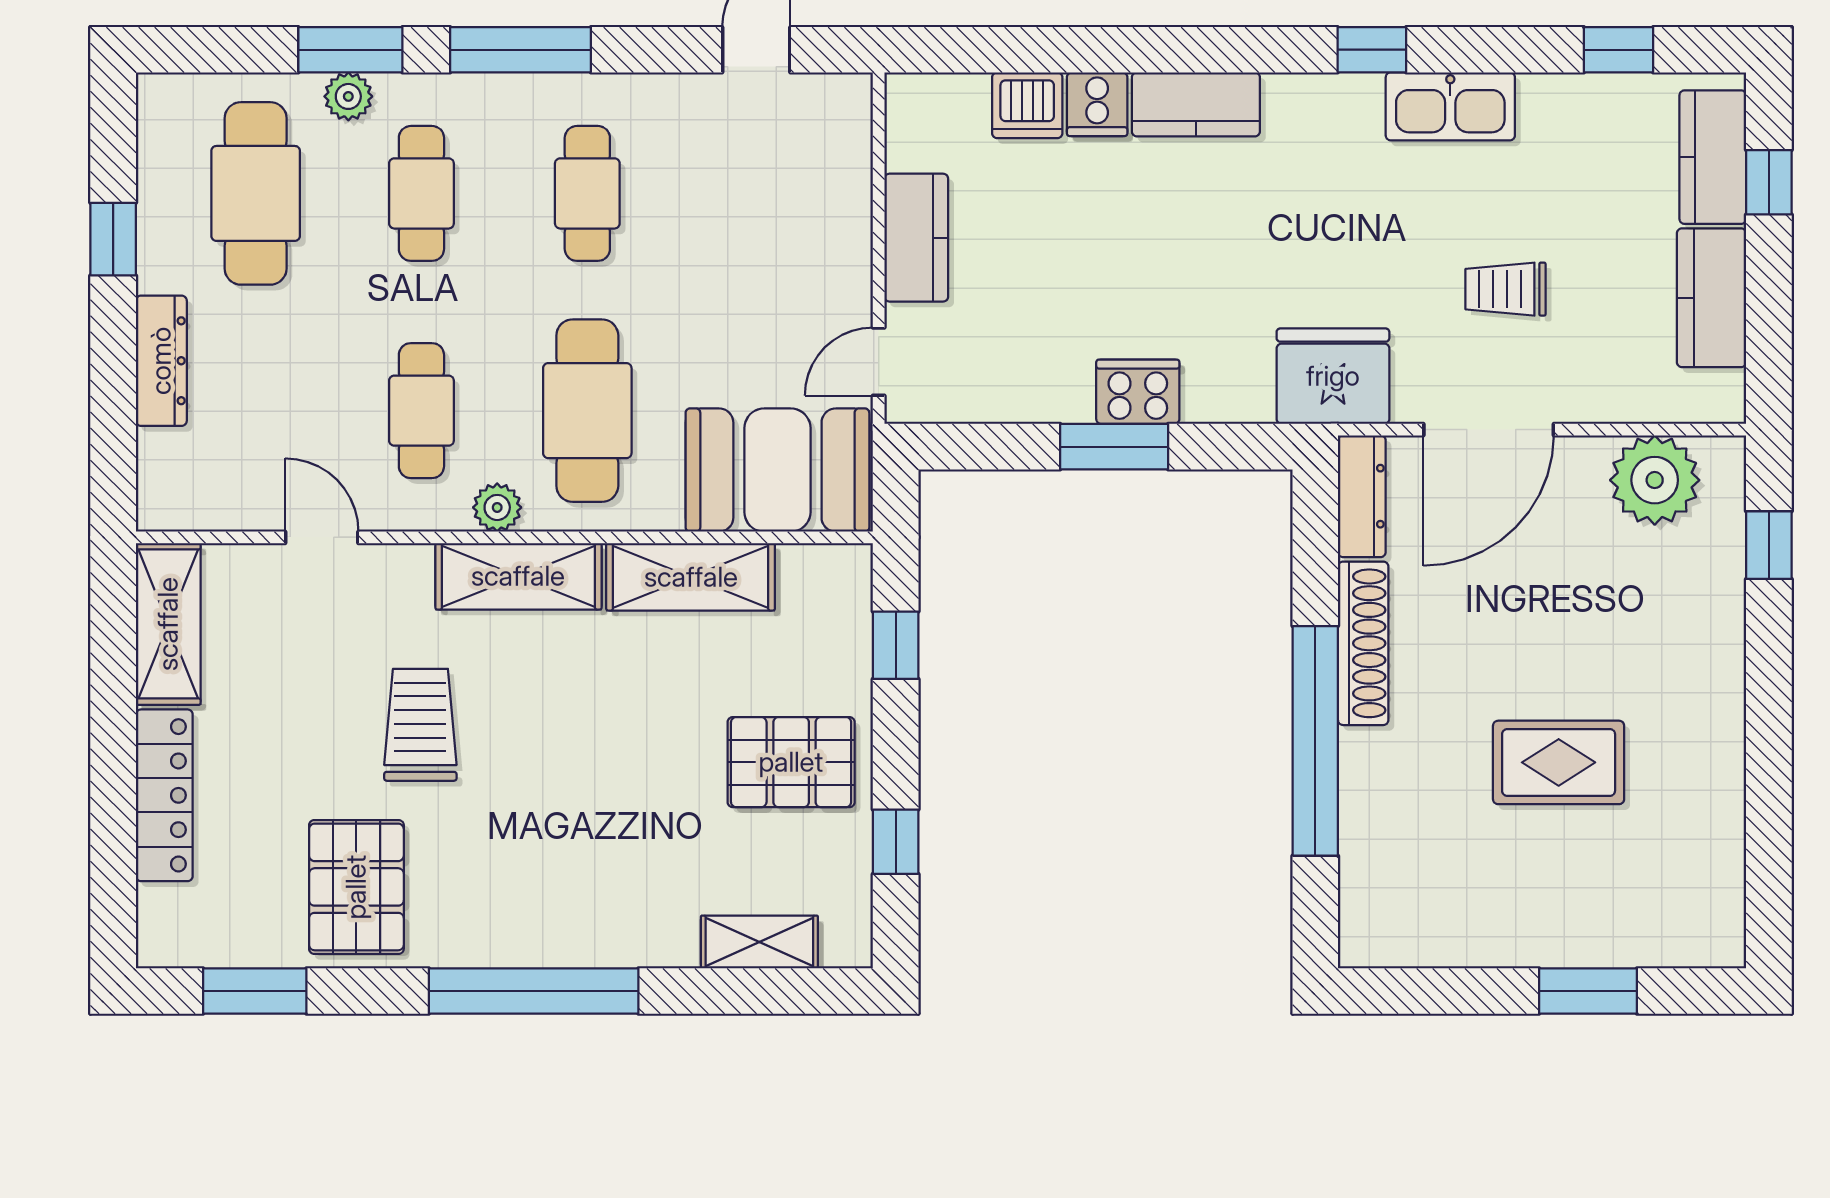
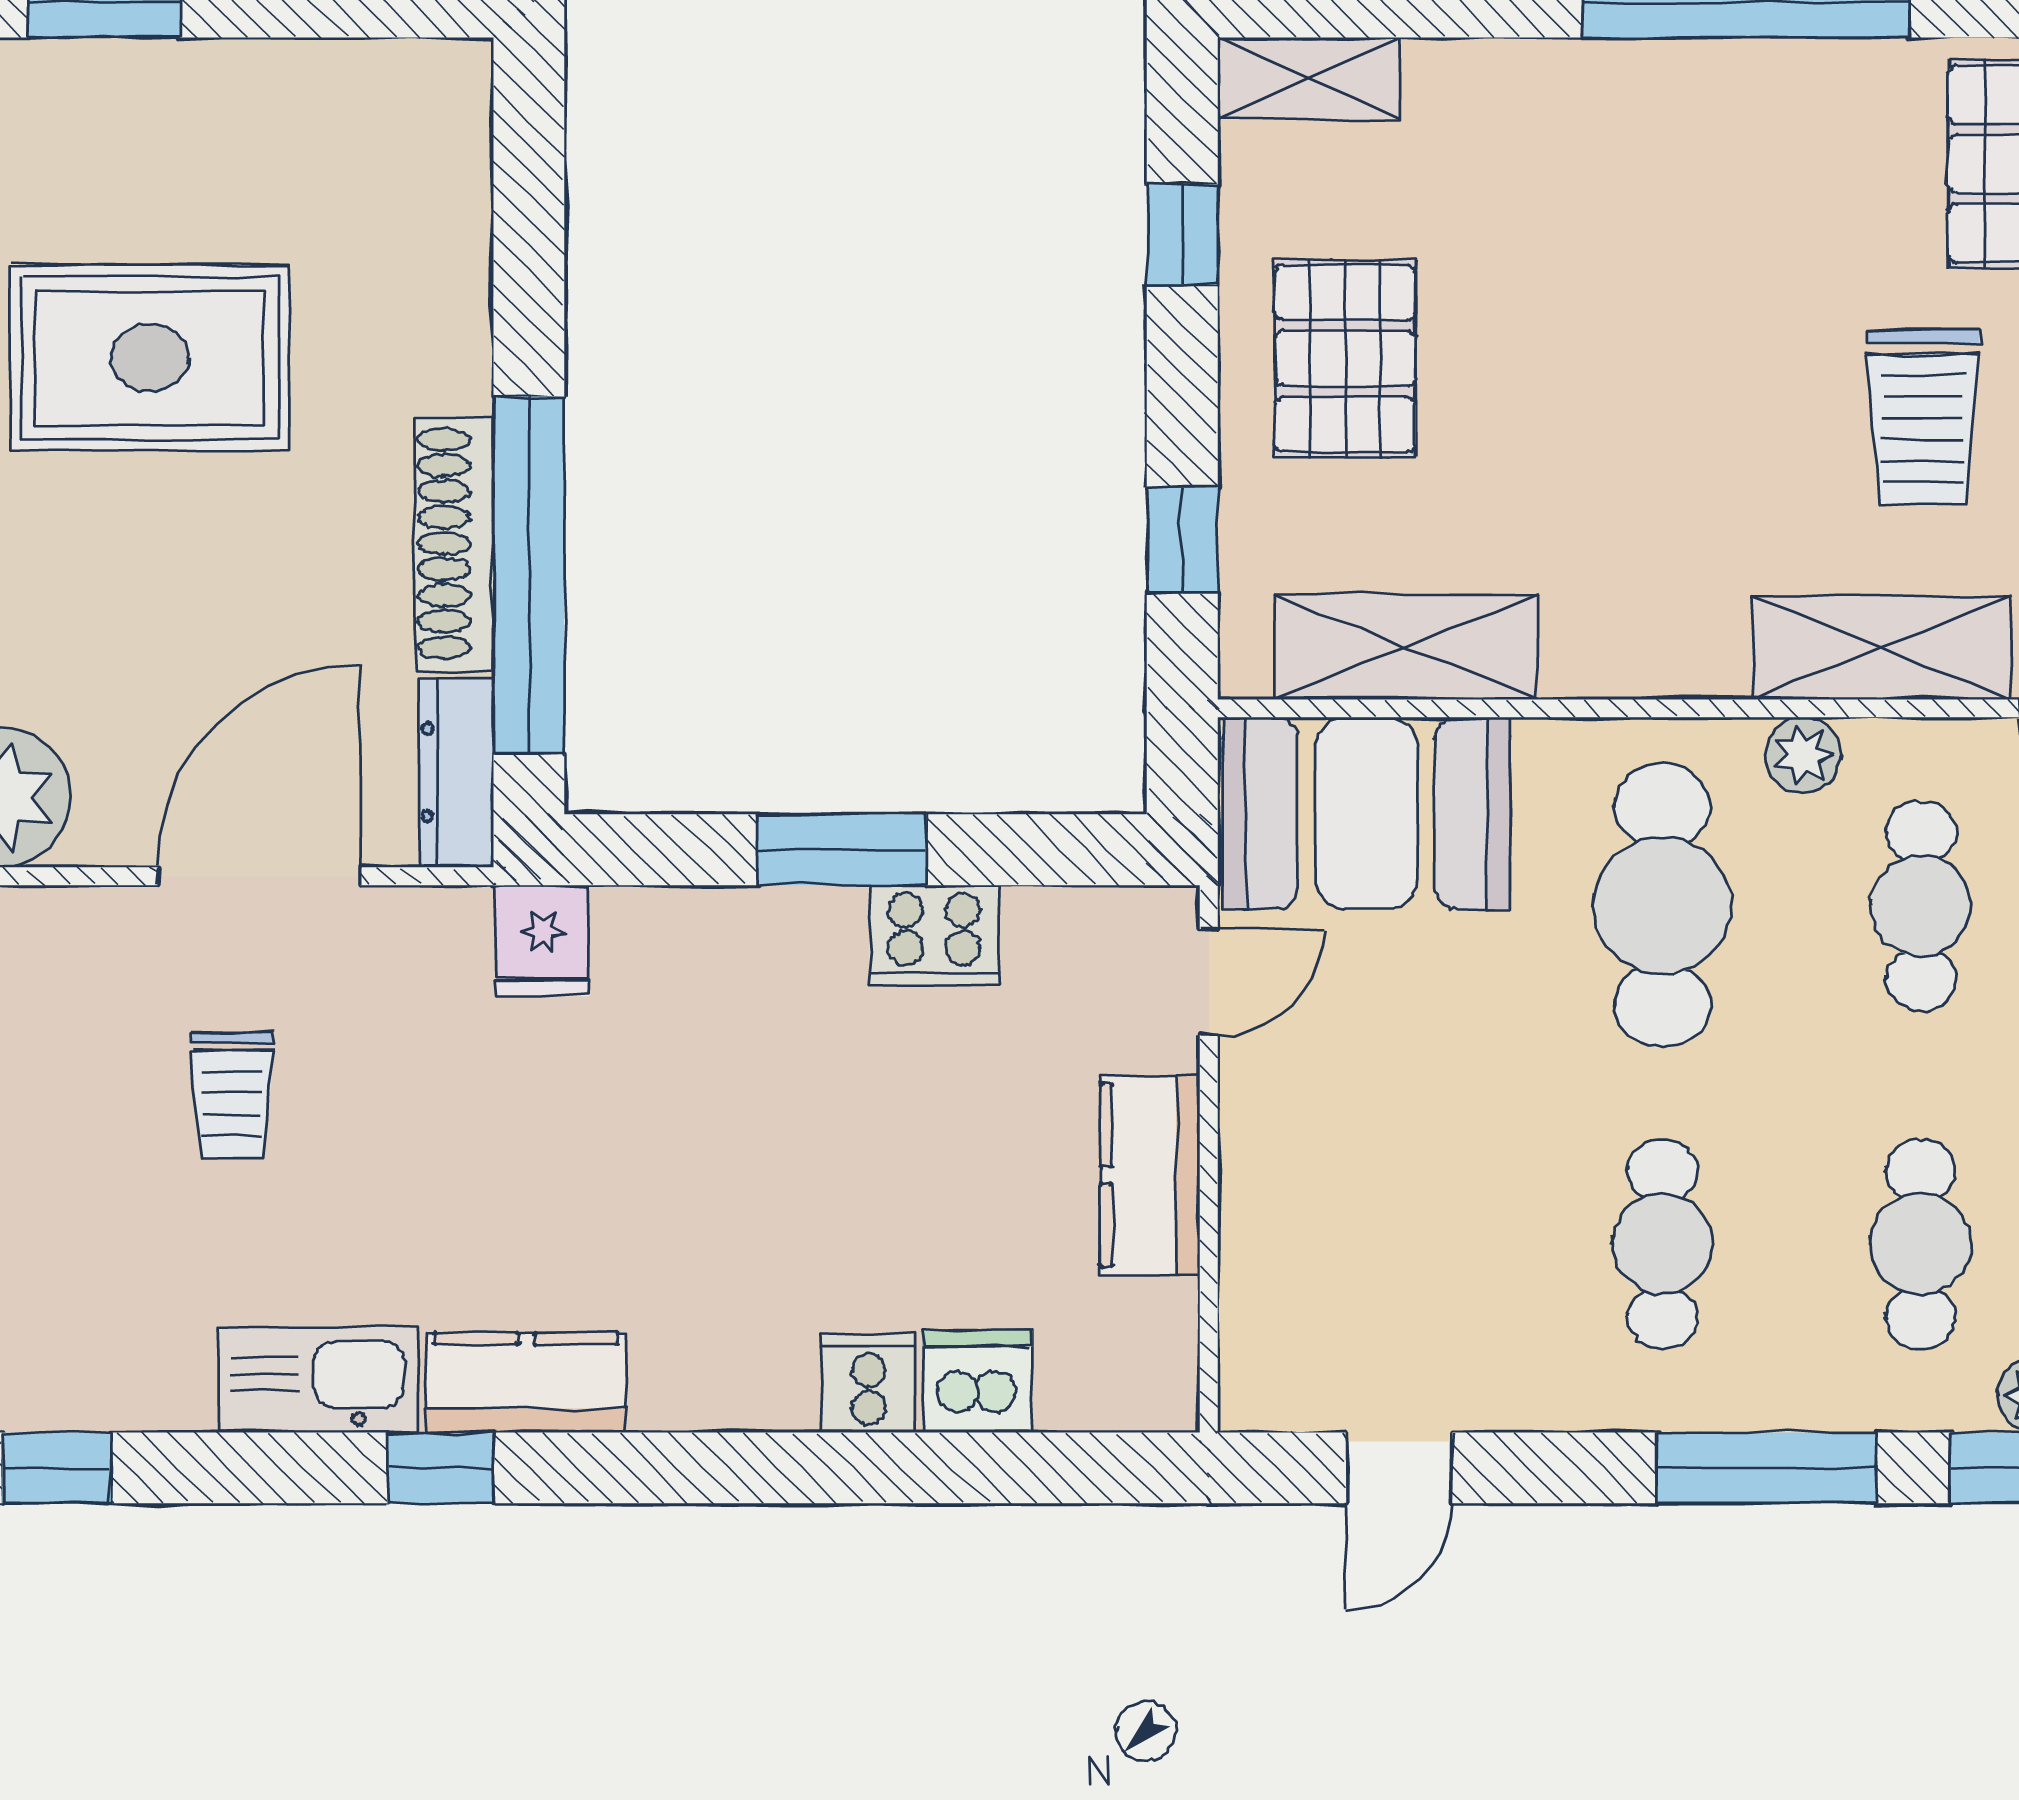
kitchen counter: (1196, 104) -> (526, 1383), moved
trolley: (1506, 289) -> (232, 1095), turned 90
fridge: (1333, 376) -> (543, 941), width x0.53, depth x0.75
cooker: (1138, 392) -> (934, 935), moved
shelving: (518, 576) -> (1881, 648), moved
shelving: (691, 577) -> (1406, 647), moved
window: (1315, 741) -> (529, 575), moved
pallet: (791, 762) -> (1345, 358), turned 90
rug: (1559, 762) -> (150, 358), width x1.36, depth x1.43
shelving: (759, 942) -> (1309, 78), moved

